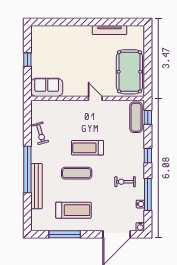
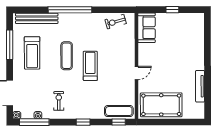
exercise bike: (41, 133) -> (116, 22), moved
bench: (36, 186) -> (37, 18), moved
window: (148, 194) -> (34, 122), moved

